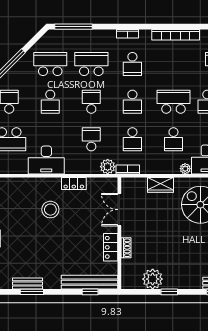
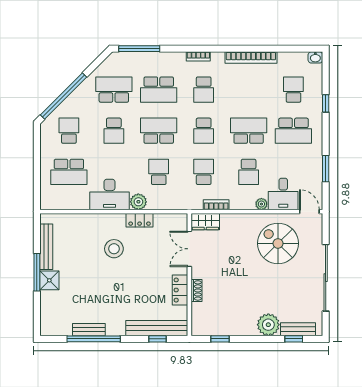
school desk: (91, 64) -> (159, 90), turned 180
school desk: (91, 102) -> (159, 131), width x1.85
school desk: (132, 139) -> (204, 172), turned 180
plant: (108, 167) -> (138, 202), moved
bookcase: (128, 169) -> (216, 205), moved
wardrobe: (160, 185) -> (205, 222), moved
plant: (153, 279) -> (268, 325), moved
window: (32, 292) -> (94, 339), width x2.11
window: (169, 292) -> (220, 339), moved

